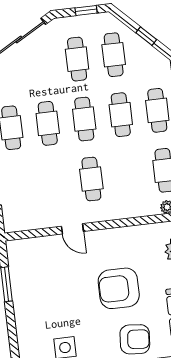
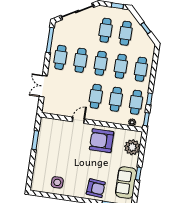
cafe table: (128, 175) -> (116, 99), added
door: (72, 229) -> (78, 120), swing flipped
armchair: (119, 288) -> (102, 141), moved

